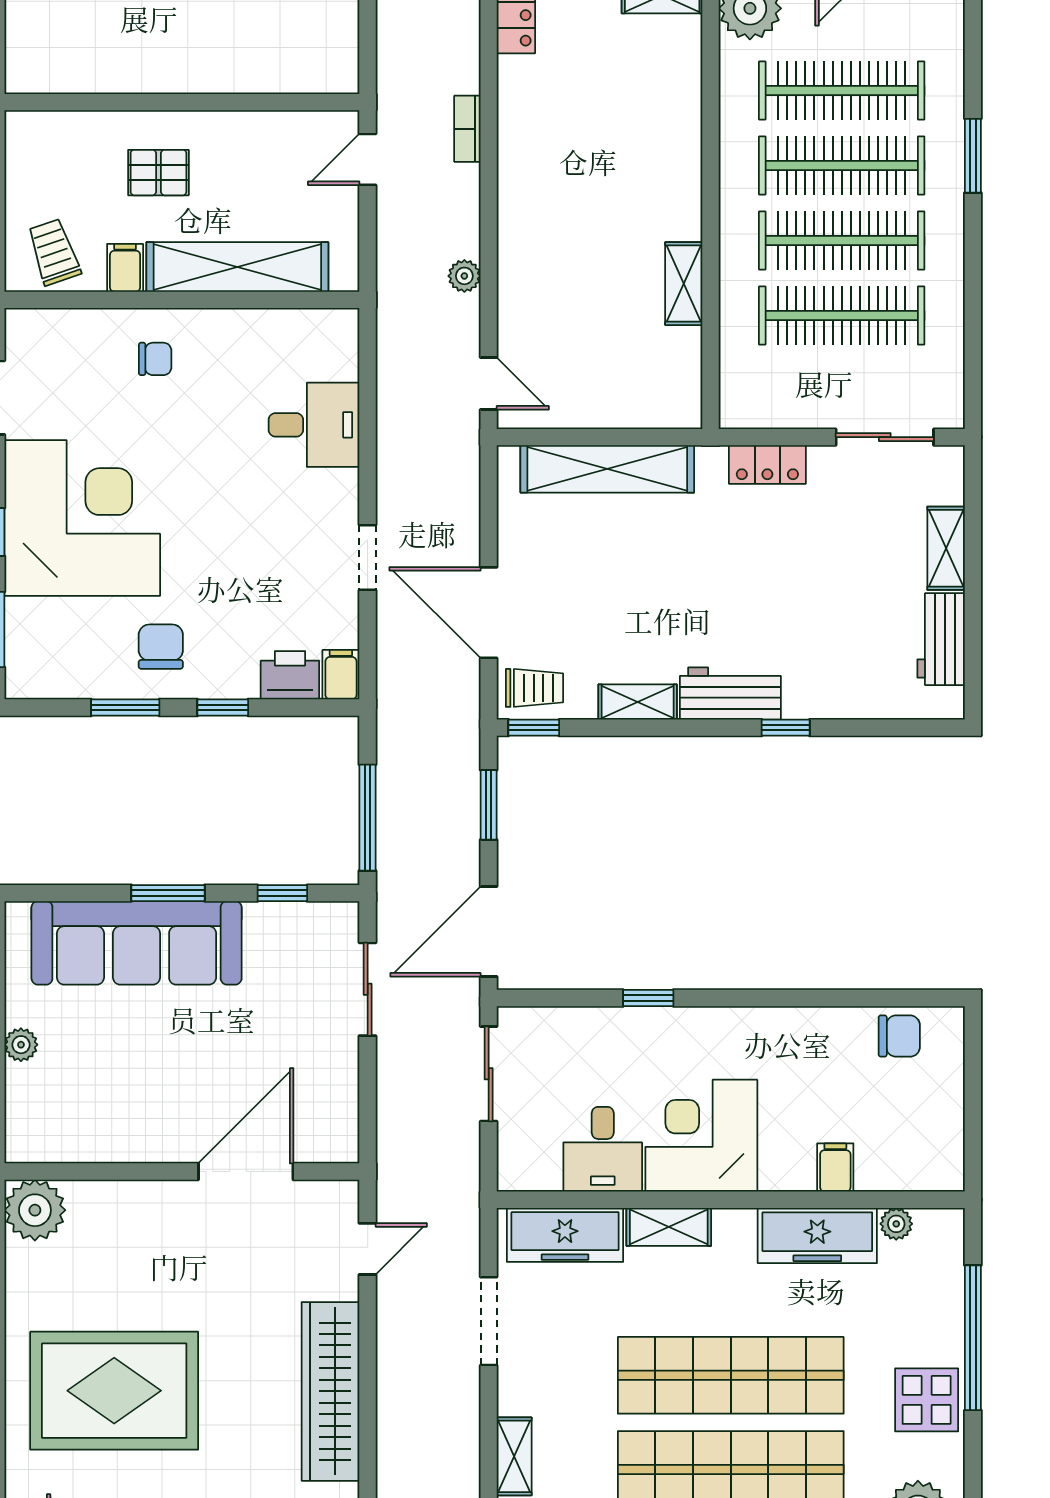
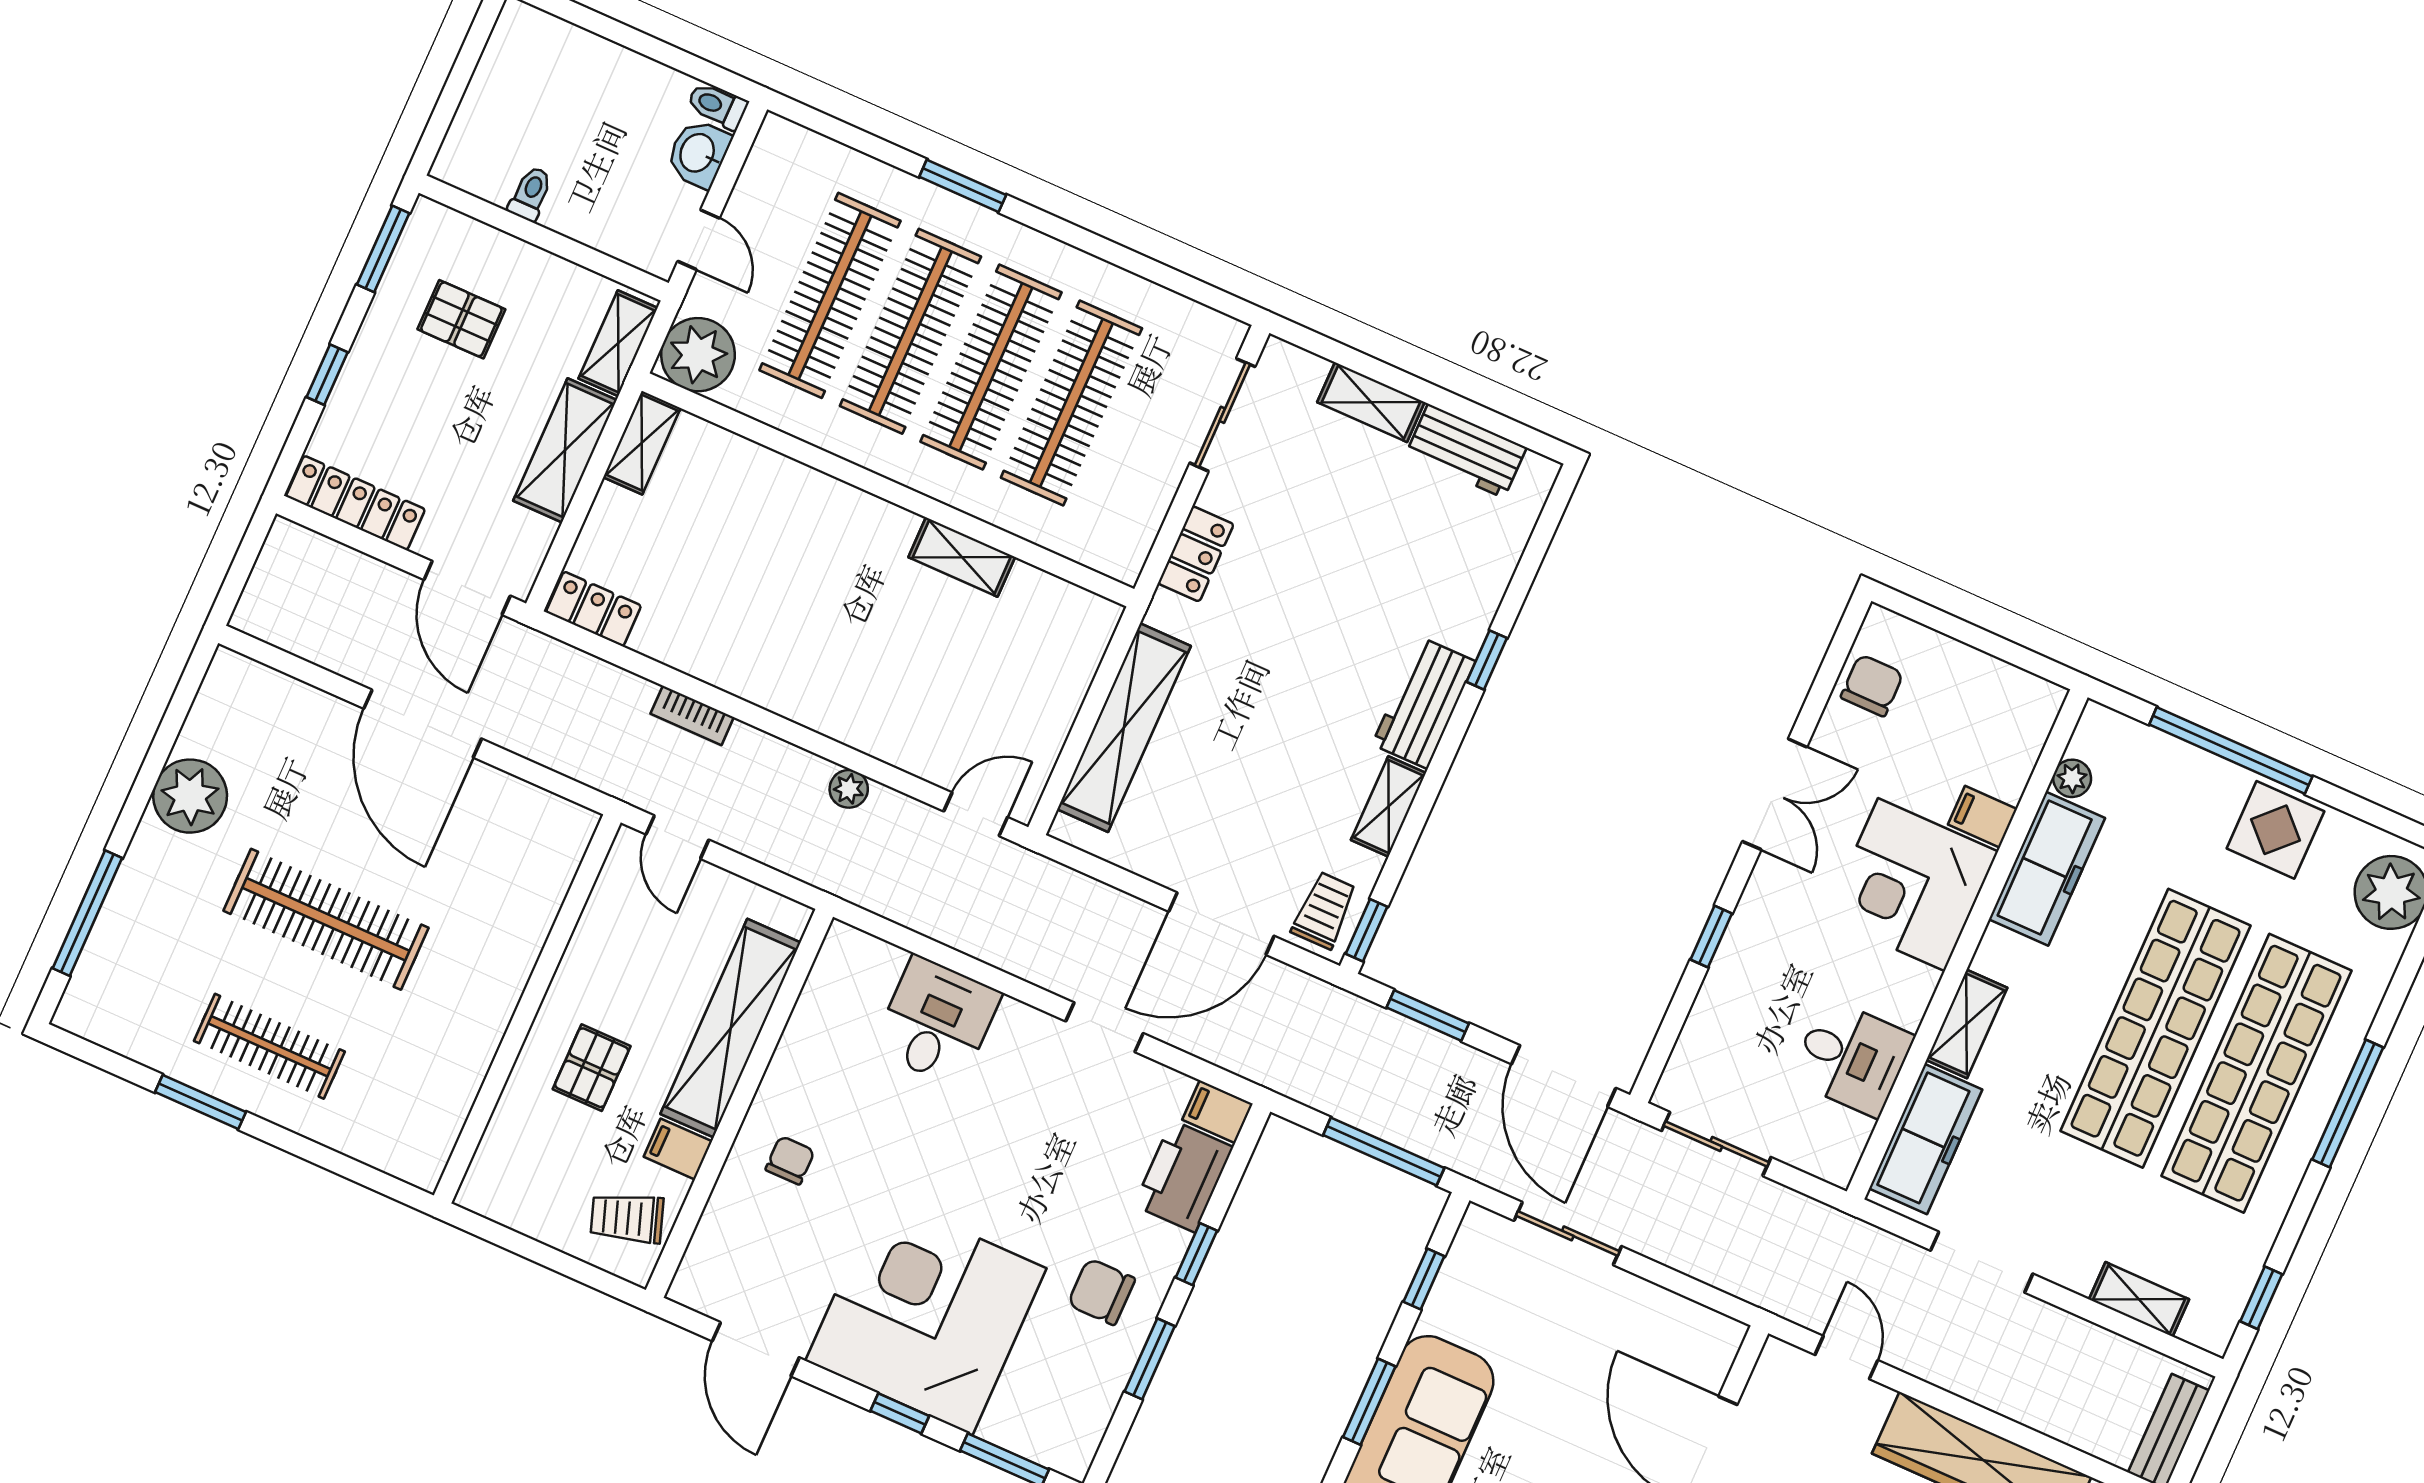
printer: (290, 675) -> (1184, 1176), width x1.37, depth x1.19
double door: (781, 998) -> (1775, 794), added
corner desk: (701, 1136) -> (1911, 885), moved

